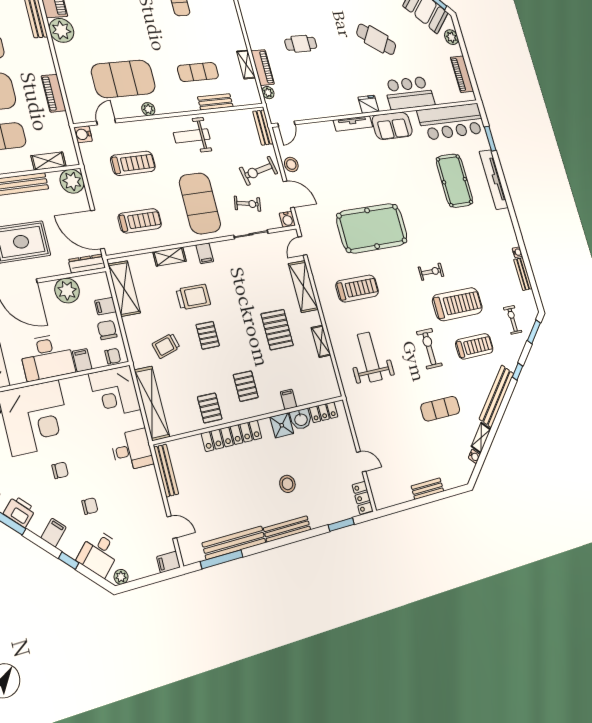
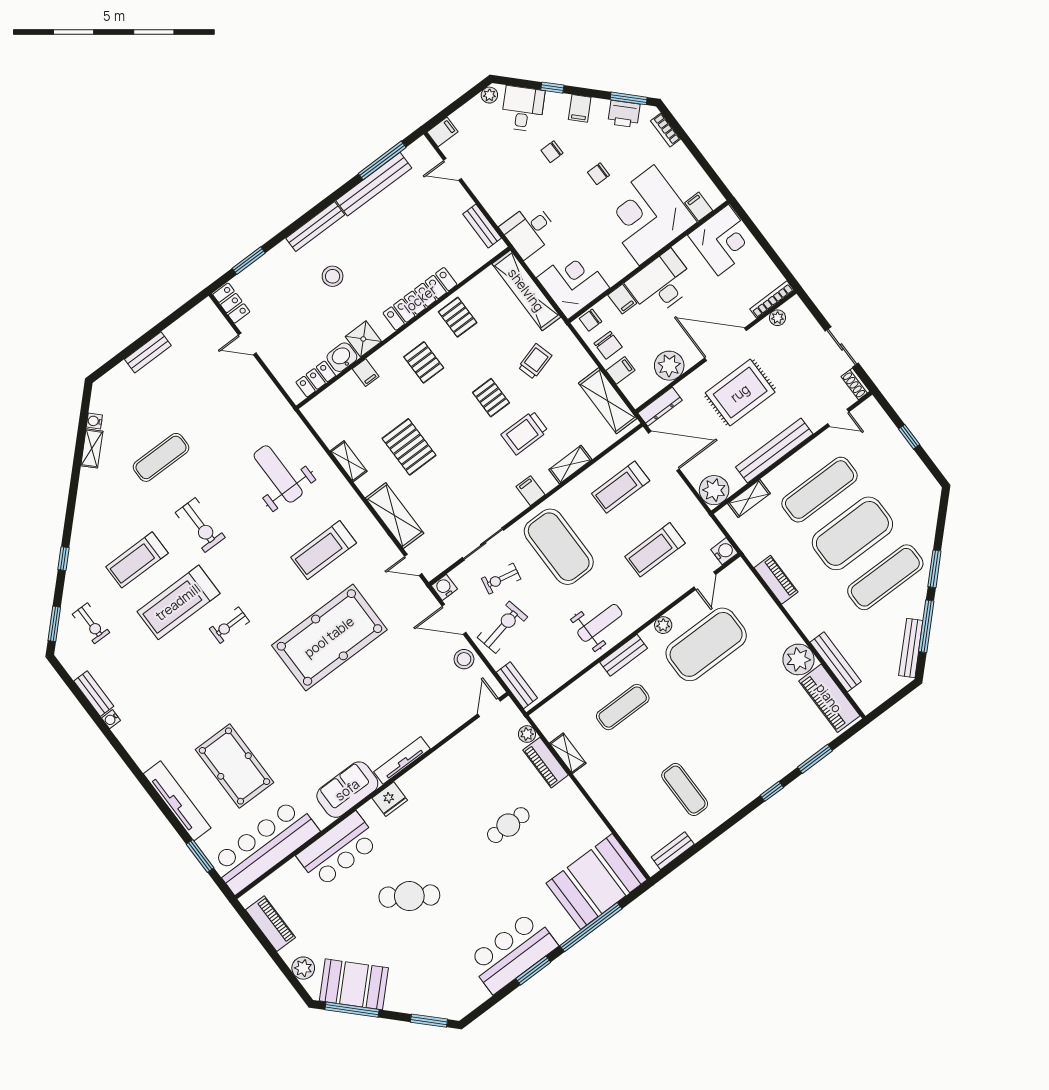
bench: (215, 102) -> (624, 655), moved
door: (303, 246) -> (413, 565), swing flipped
weight bench: (370, 357) -> (278, 474), turned 180
bench: (497, 396) -> (85, 512), removed
bench: (166, 471) -> (482, 226), width x0.73

